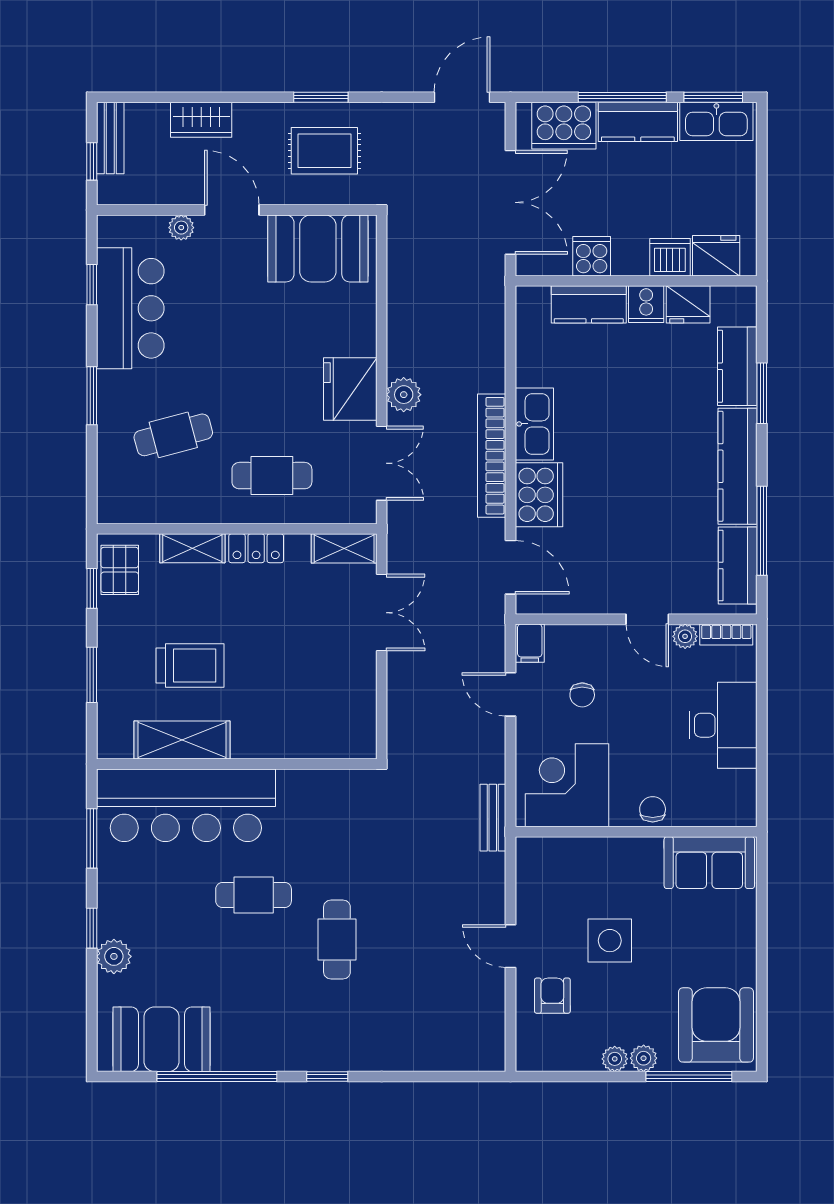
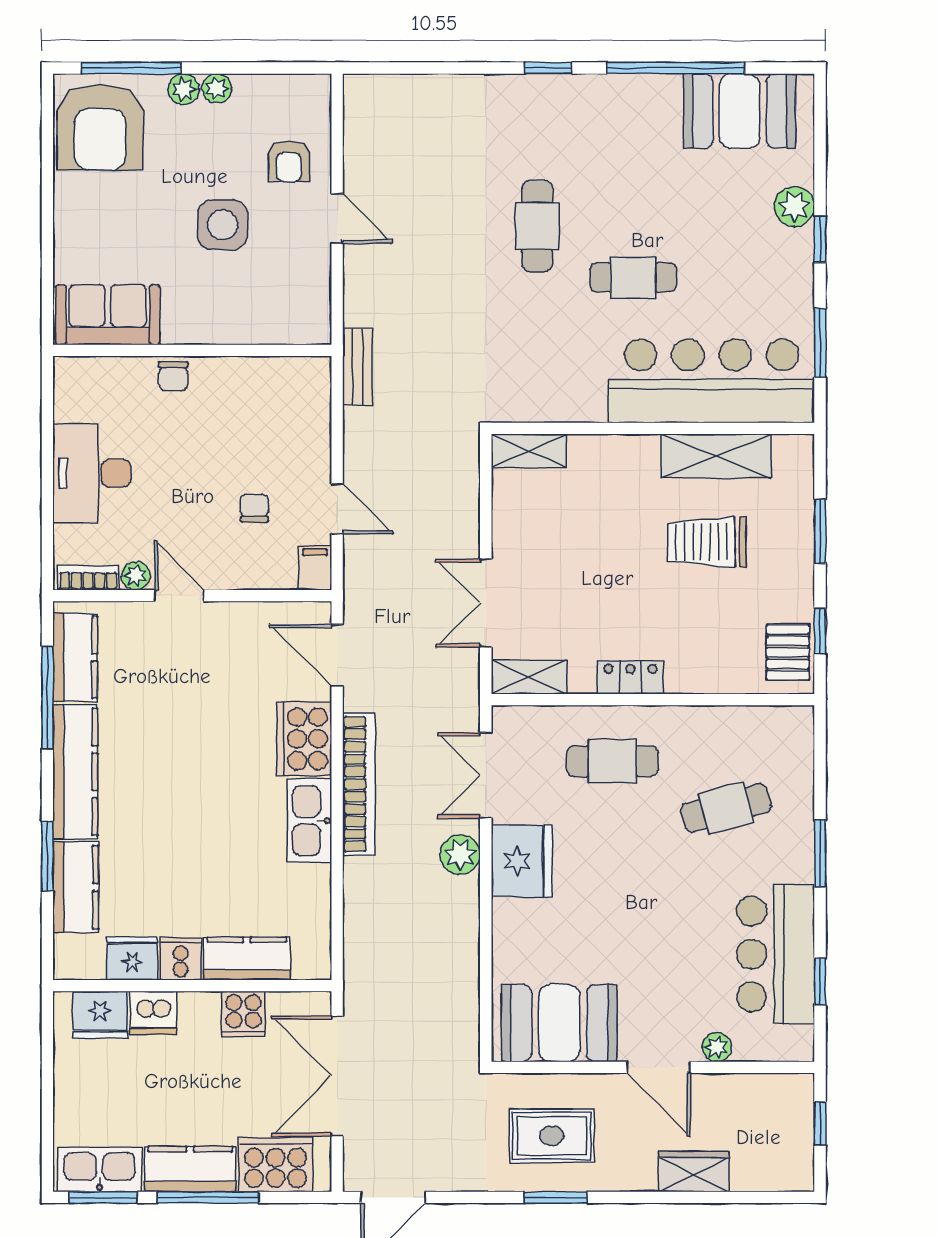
bench: (110, 138) -> (799, 1150), removed
shelving: (192, 548) -> (529, 451), moved
corner desk: (567, 785) -> (272, 404), removed

